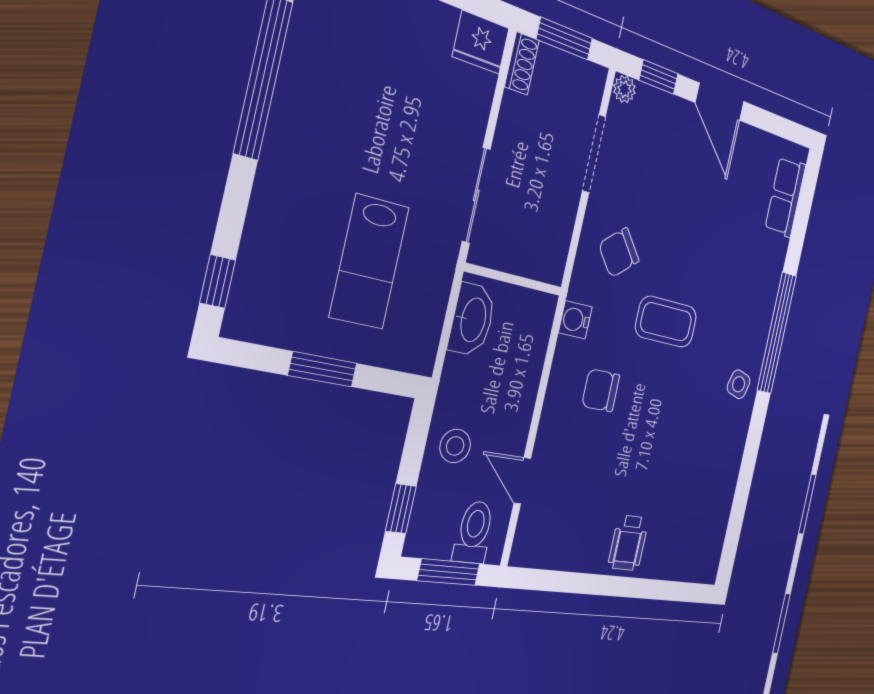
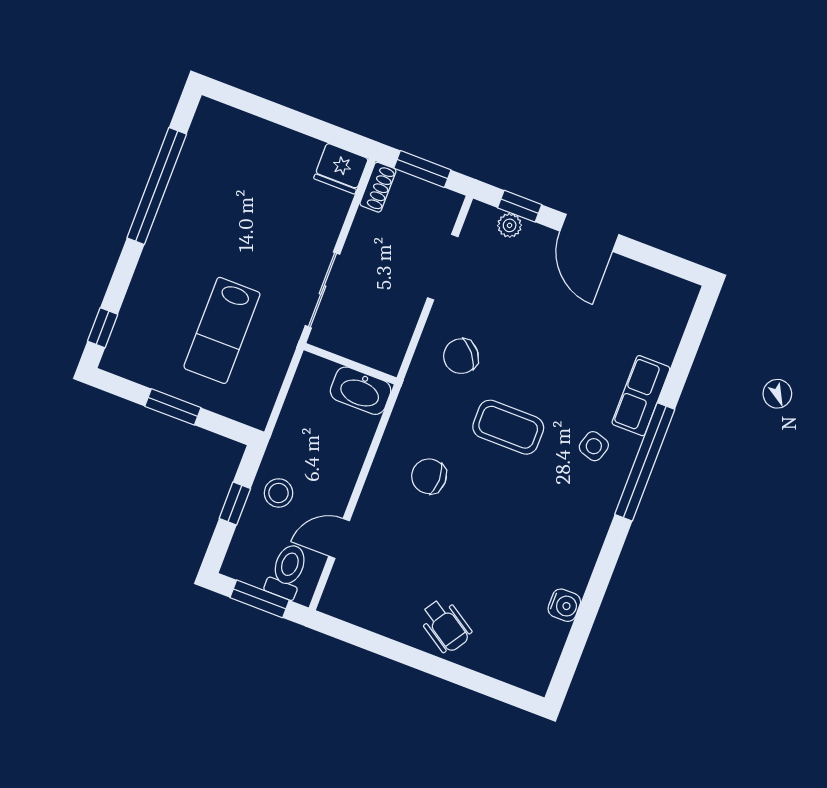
plant: (624, 89) -> (510, 225), moved
row of seats: (785, 197) -> (641, 396), moved
washbasin: (472, 320) -> (361, 391), moved, turned 90
water cooler: (575, 320) -> (564, 605), moved, turned 180
side table: (739, 384) -> (594, 446), moved
door: (522, 481) -> (339, 538), hinge flipped
window: (401, 509) -> (235, 503), moved
wheelchair: (628, 543) -> (445, 626), turned -57

